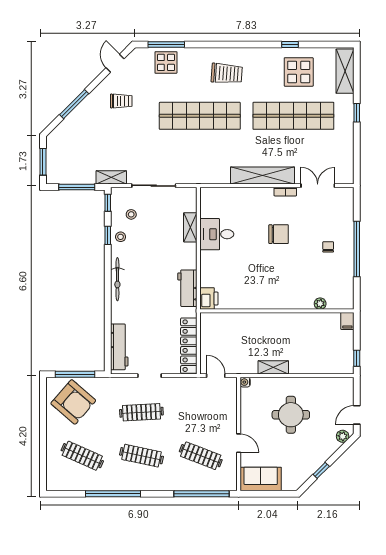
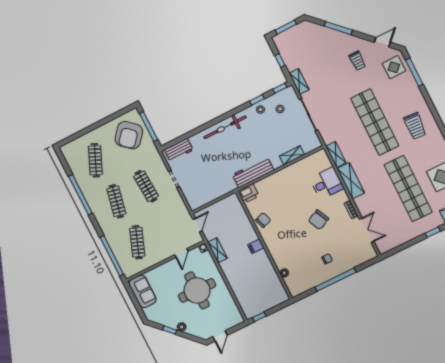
display table: (166, 62) -> (394, 67), moved
shelving: (263, 176) -> (351, 181), width x0.68
shelving: (214, 177) -> (336, 154), added
window: (77, 187) -> (280, 60), width x0.46
desk: (217, 234) -> (327, 183), moved, turned 90
chair: (279, 234) -> (318, 220), turned 65
bicycle: (117, 279) -> (225, 127), width x1.37, depth x1.40
workbench: (187, 288) -> (253, 172), width x1.38
chair: (248, 297) -> (263, 220), added
filing cabinet: (347, 321) -> (256, 246), moved
locker: (189, 346) -> (209, 196), removed
workbench: (119, 347) -> (179, 150), width x0.73
shelving: (273, 367) -> (217, 250), moved
round table: (291, 415) -> (197, 290), width x1.36, depth x1.36
door: (357, 415) -> (220, 336), swing flipped
plant: (343, 436) -> (182, 327), moved
door: (239, 443) -> (181, 253), moved

